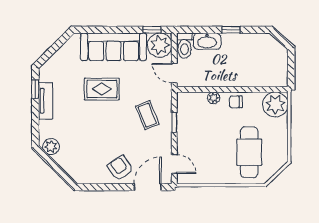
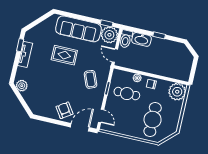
cafe table: (204, 123) -> (127, 94), added

